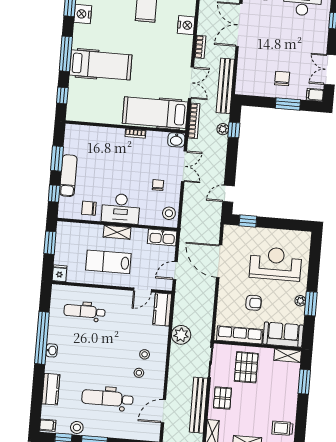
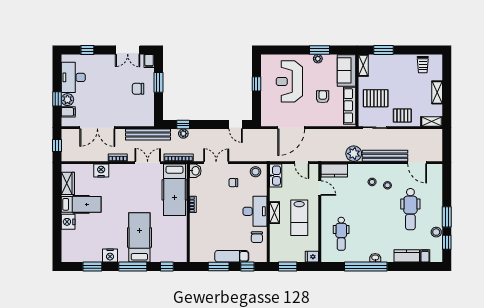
nightstand: (83, 14) -> (110, 256), moved
window: (248, 221) -> (256, 84), moved
bench: (198, 405) -> (385, 156), moved
filing cabinet: (48, 425) -> (425, 256), moved

